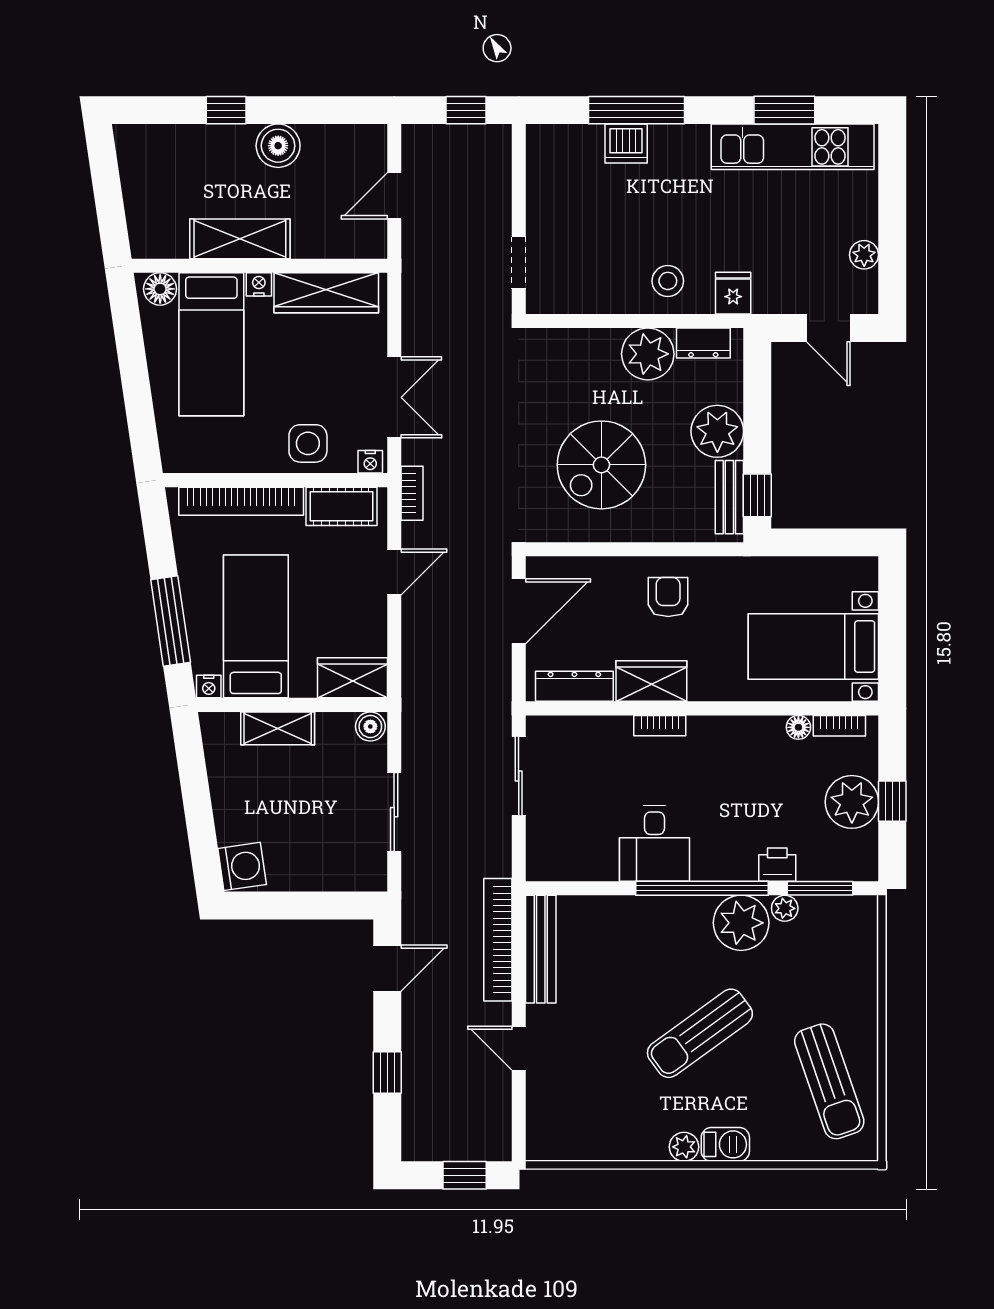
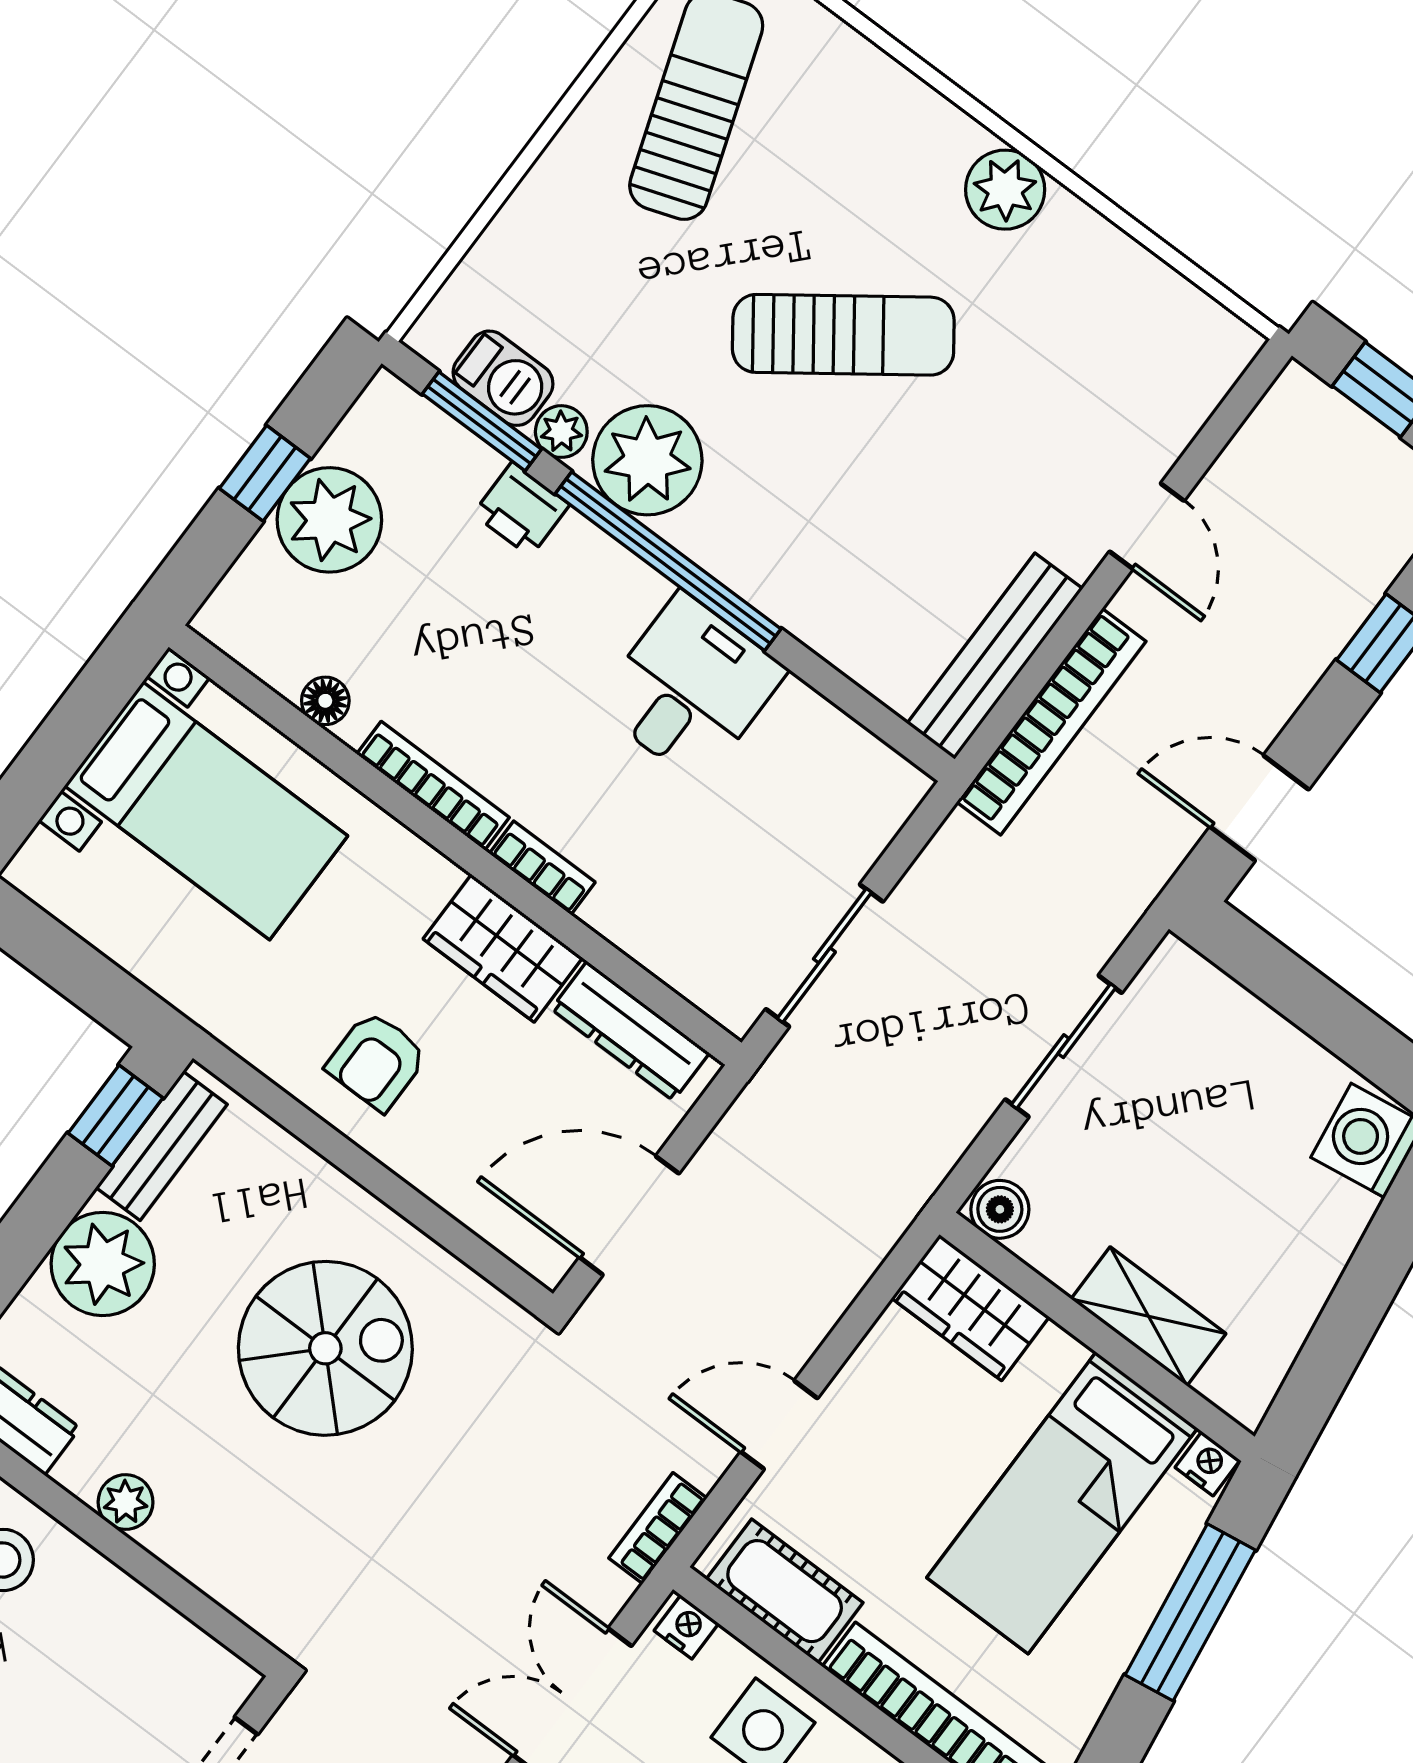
plant: (648, 354) -> (126, 1502), width x0.53, depth x0.53
bookcase: (839, 726) -> (433, 786), moved, width x1.56
barbecue: (725, 1144) -> (503, 378), moved, turned 180
plant: (684, 1147) -> (1005, 190), width x1.38, depth x1.38

